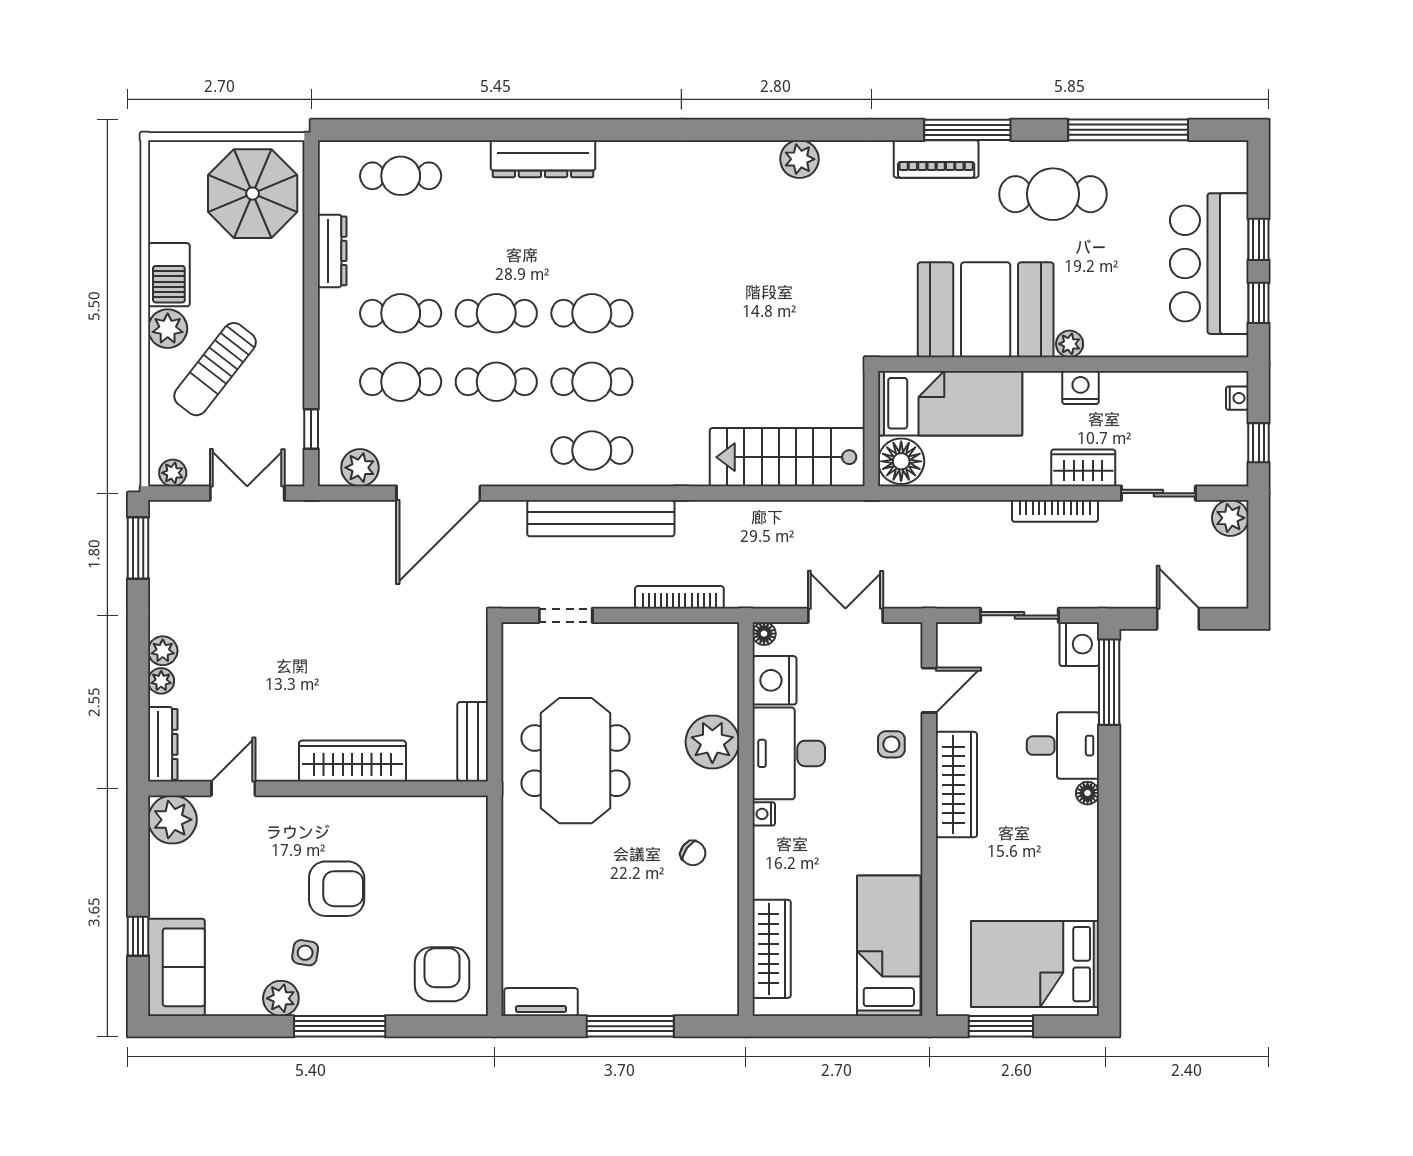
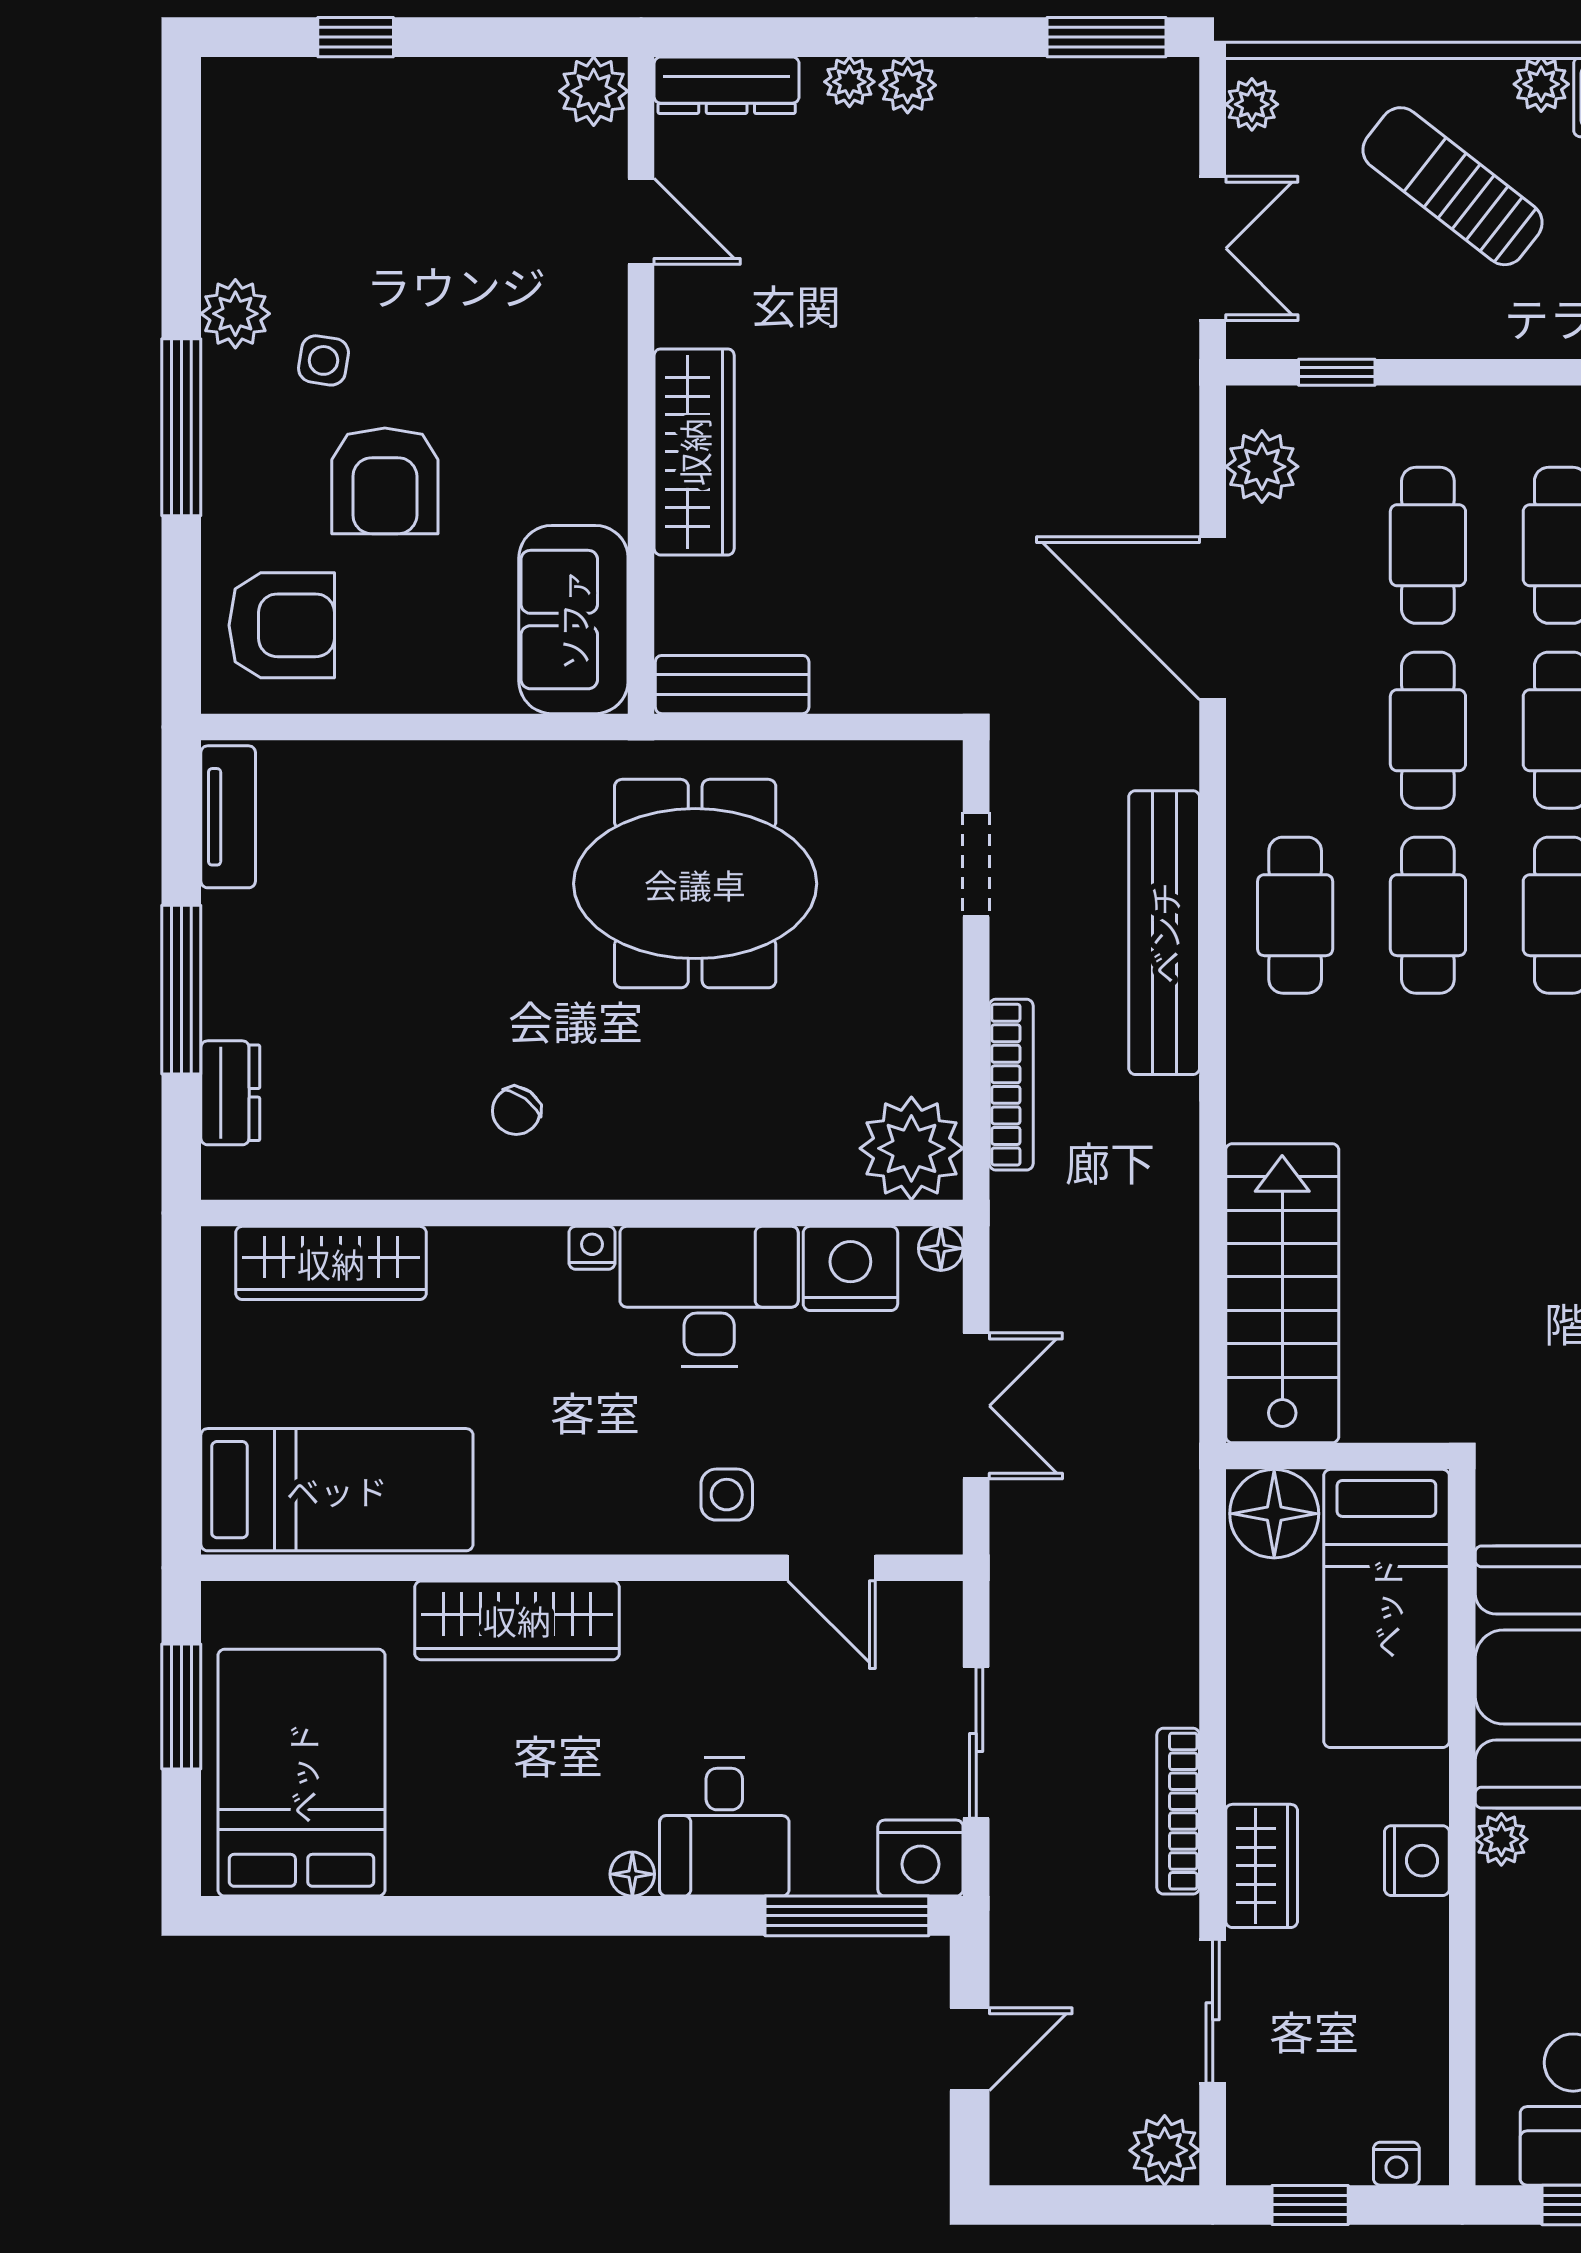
plant: (168, 329) -> (1541, 84), width x0.73, depth x0.73
plant: (712, 742) -> (911, 1148), moved
wardrobe: (956, 785) -> (517, 1620), moved
plant: (172, 820) -> (594, 91), width x0.73, depth x0.73
armchair: (337, 889) -> (385, 481), moved
sofa: (176, 967) -> (573, 620), moved, turned 90
dresser: (684, 1001) -> (230, 1093), added

